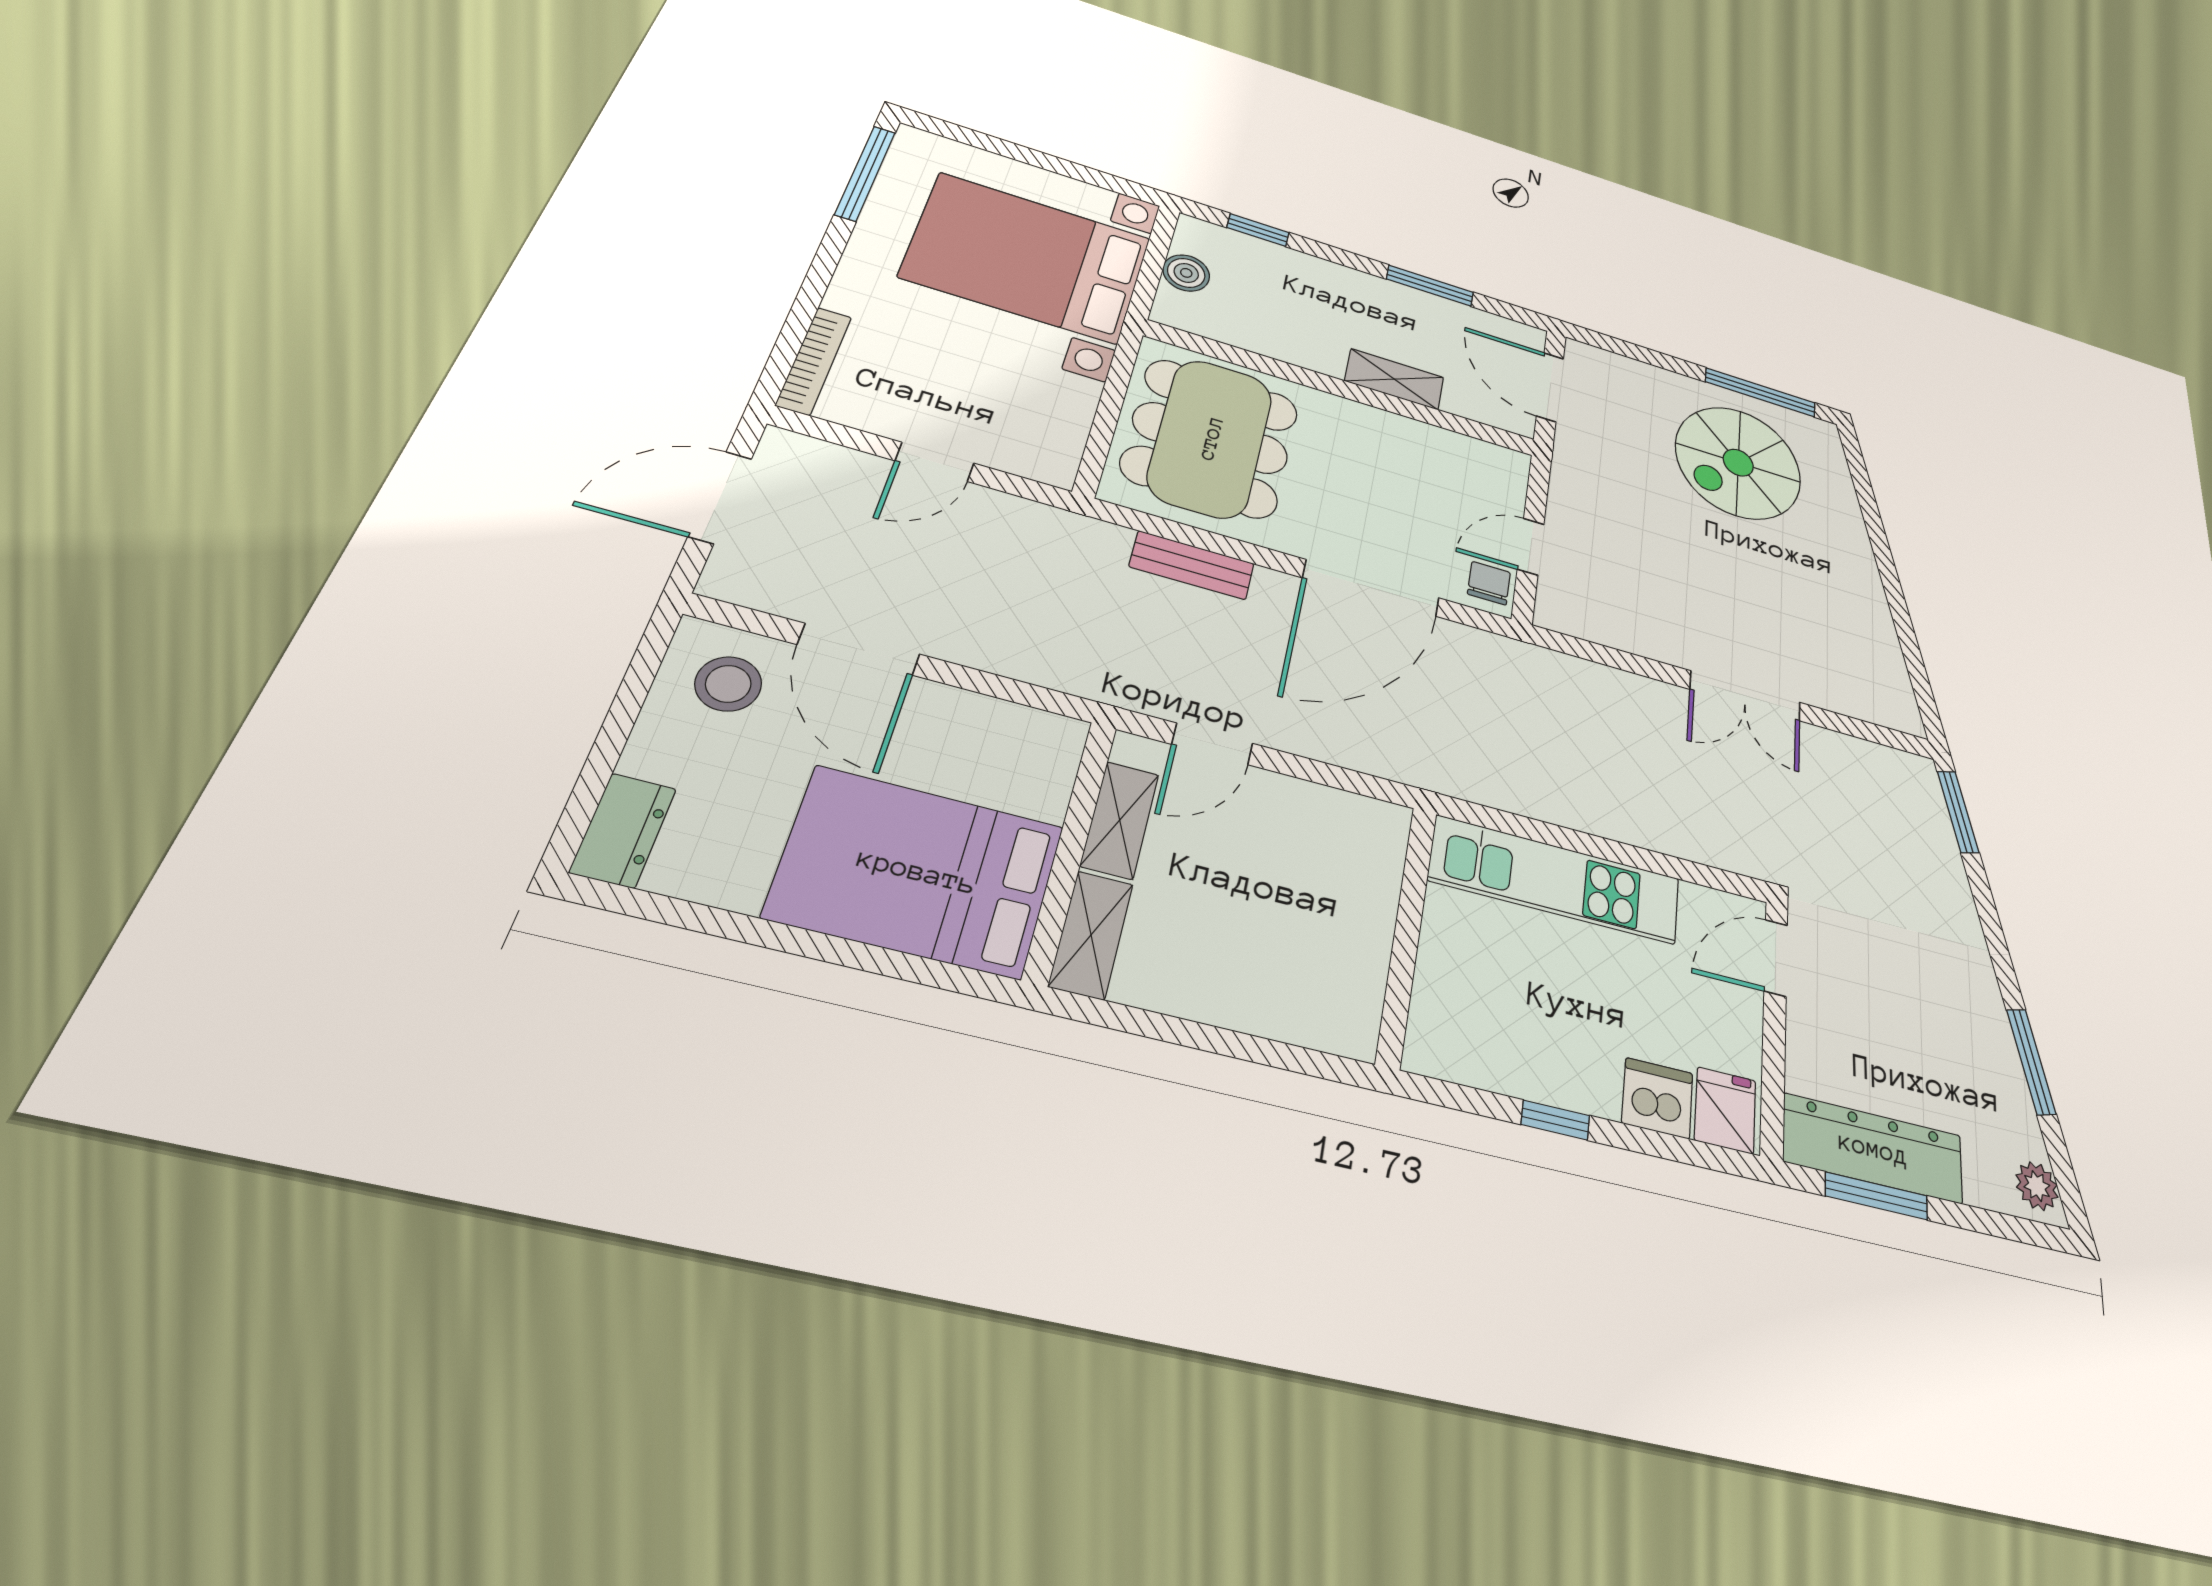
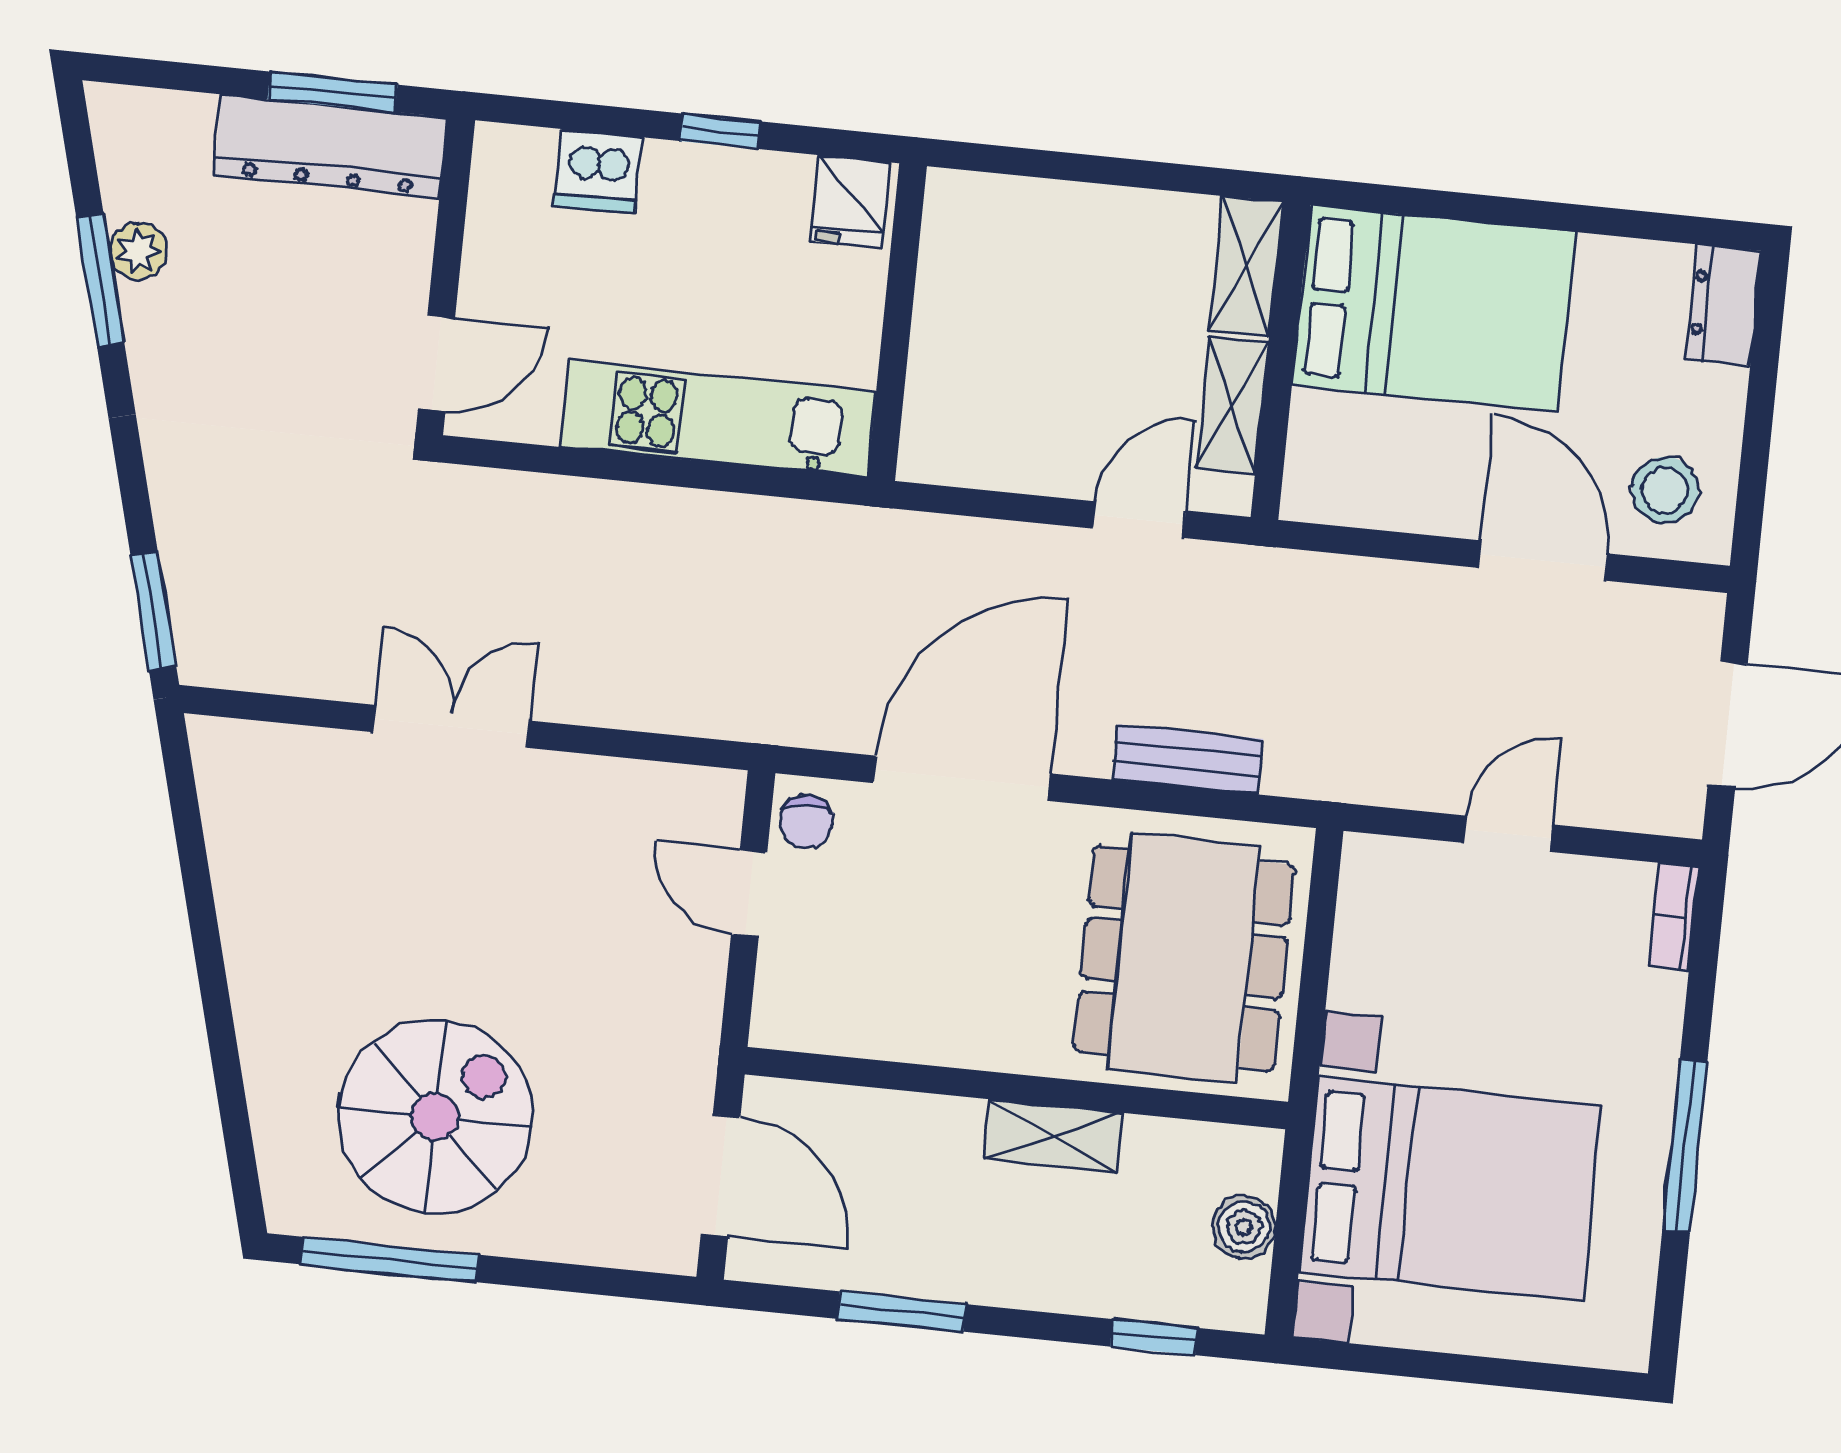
window: (865, 173) -> (1685, 1146), moved
bookcase: (814, 361) -> (1673, 916), width x0.64
shelving: (1394, 379) -> (1053, 1136), moved
door: (1531, 547) -> (749, 893), swing flipped
fridge: (1725, 1110) -> (850, 202), moved
plant: (2037, 1186) -> (138, 251), moved

